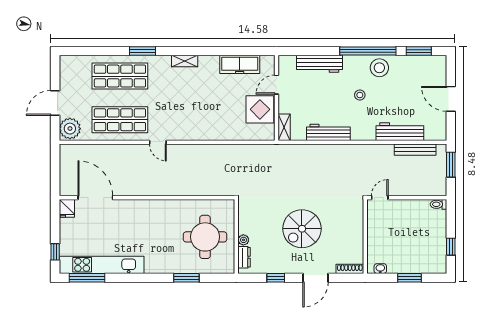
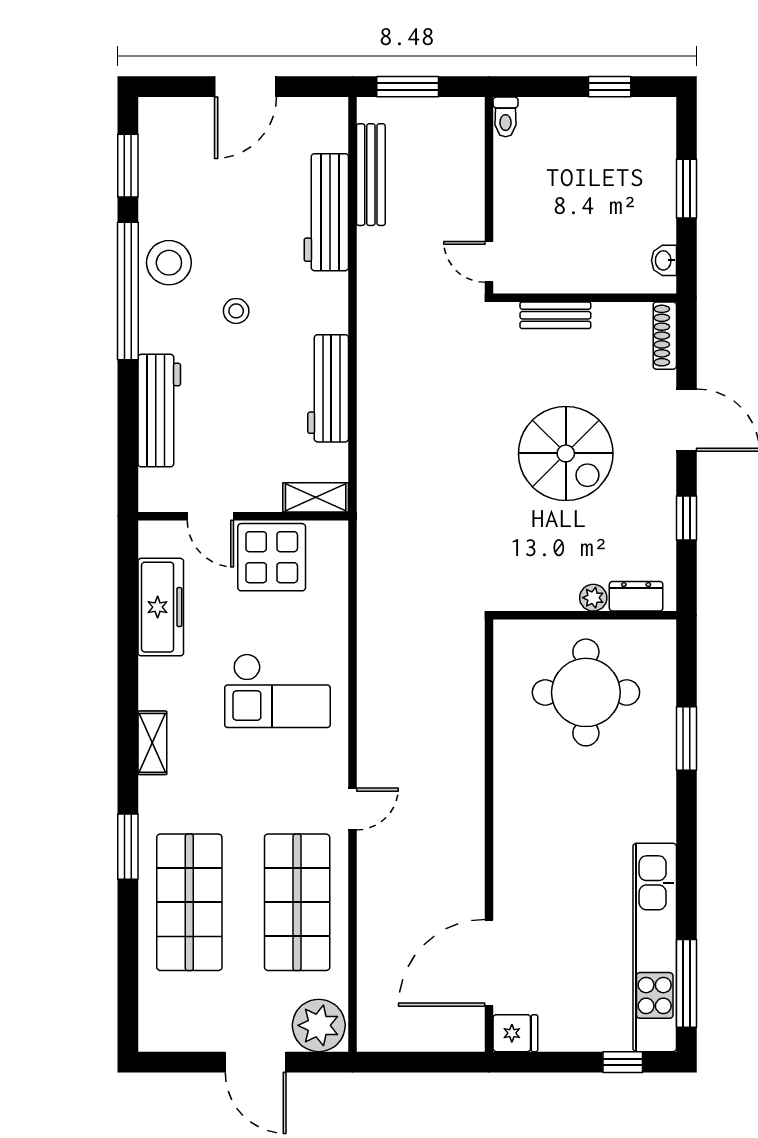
checkout: (206, 112) -> (277, 691), added
bench: (358, 225) -> (555, 315), added

